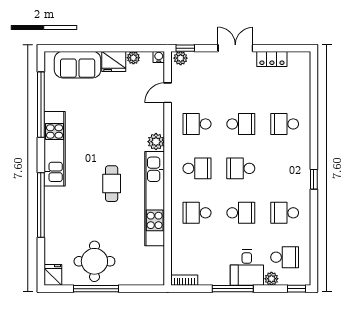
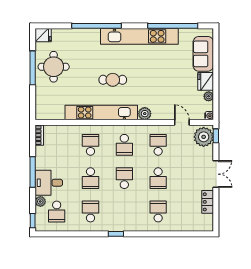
plant: (181, 58) -> (204, 137), width x1.88, depth x1.88
kitchen unit: (55, 149) -> (139, 36), width x1.36

